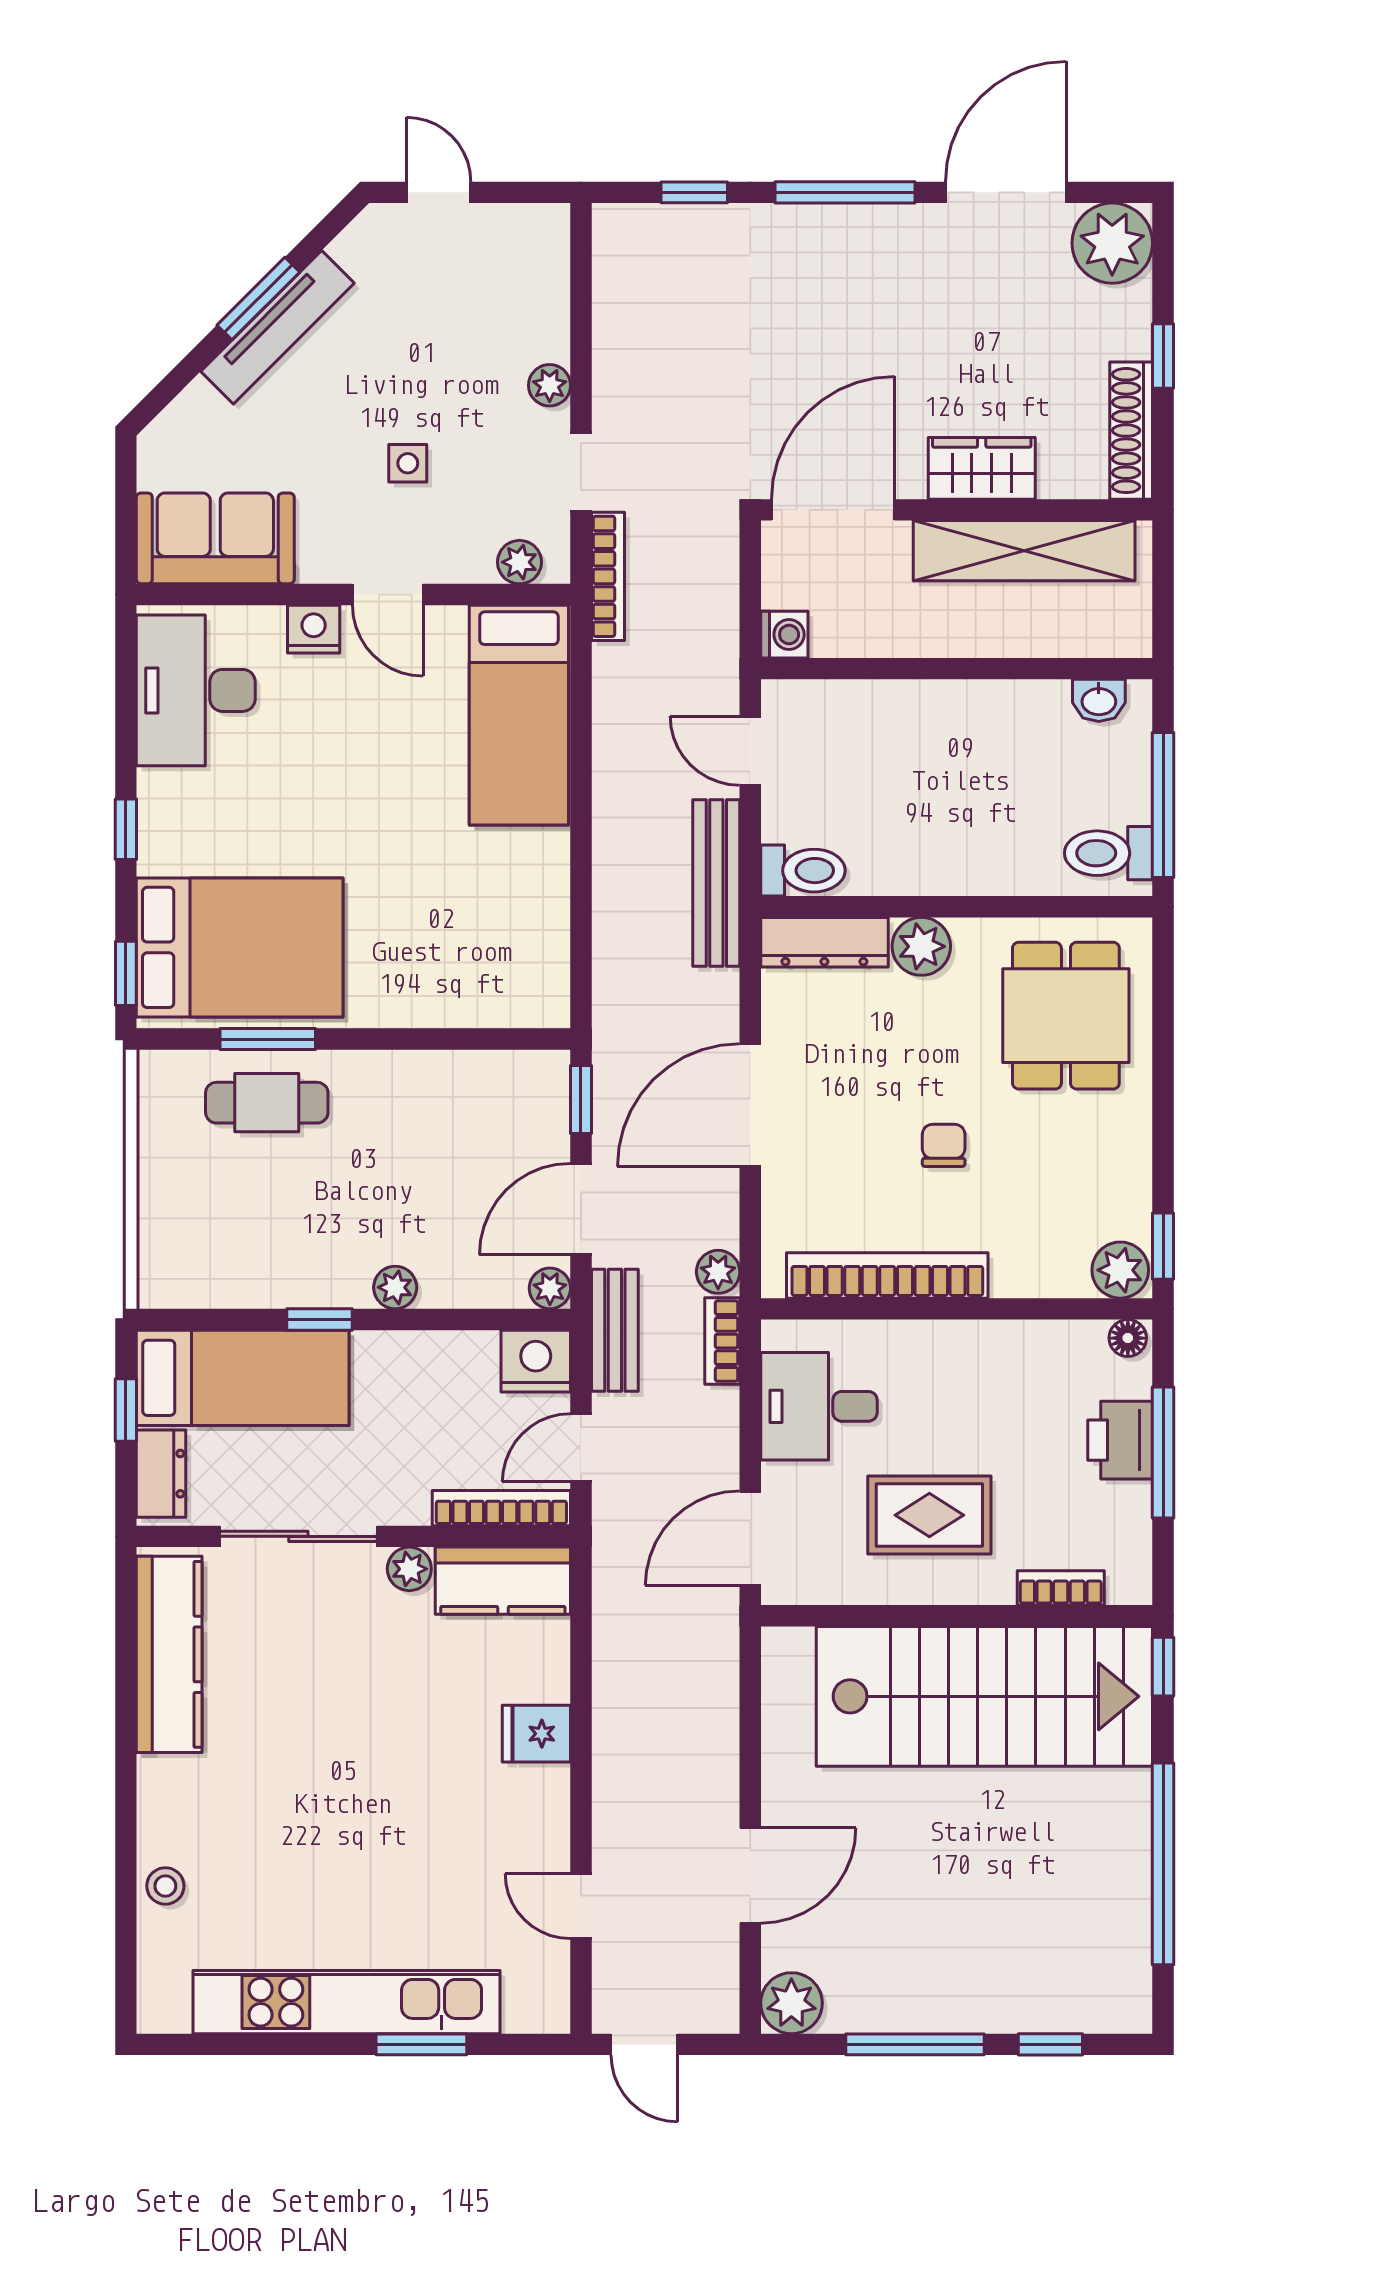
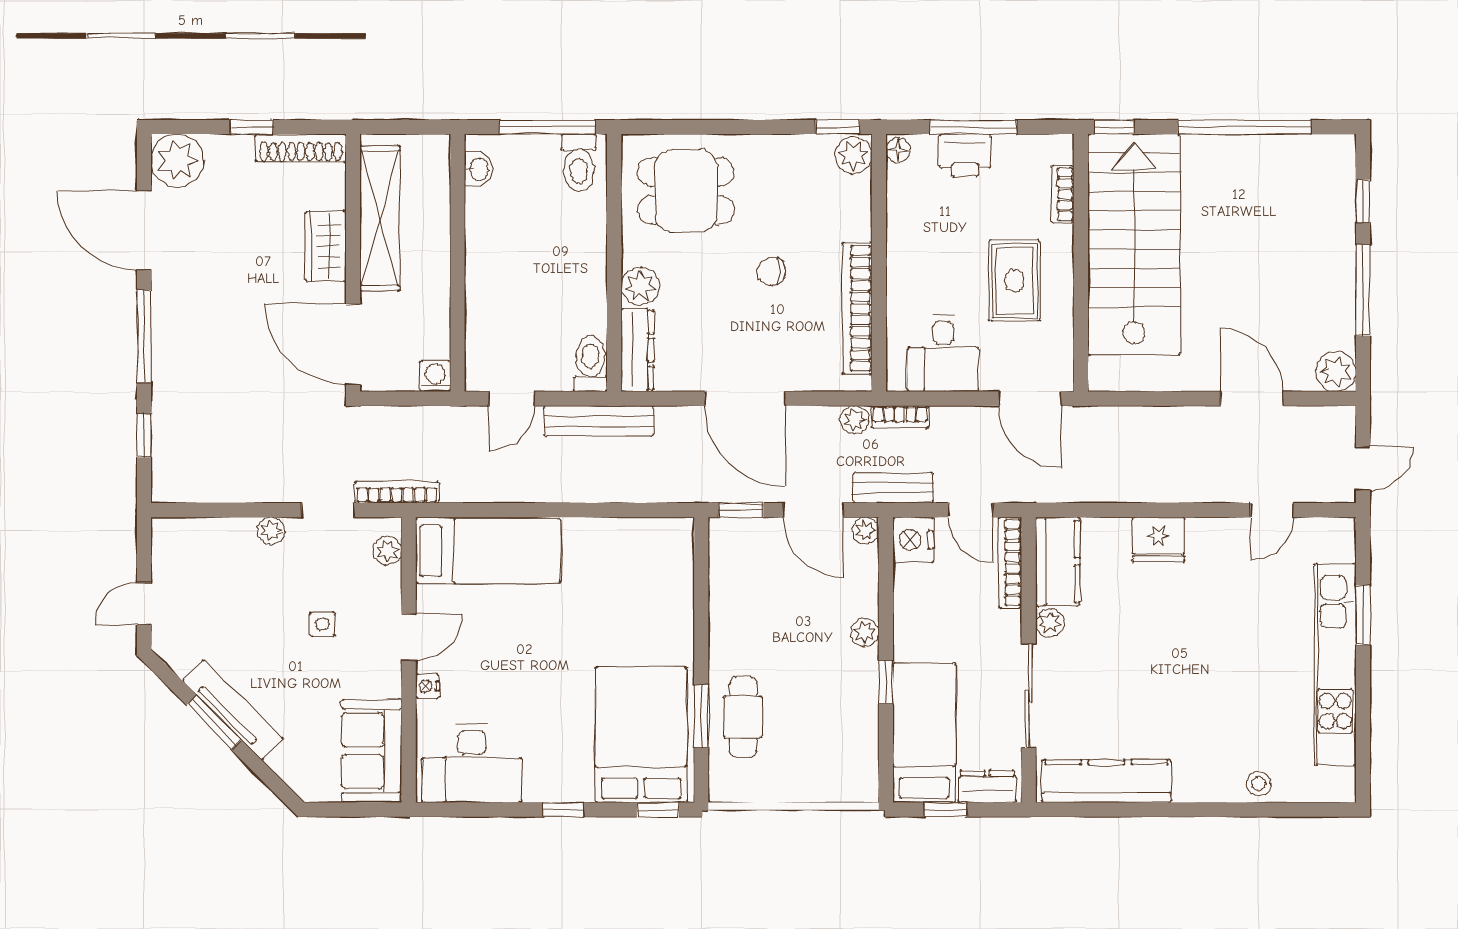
nightstand: (314, 629) -> (427, 686), width x0.72, depth x0.74
fridge: (536, 1734) -> (1158, 539), width x1.38

